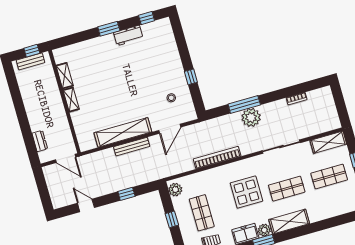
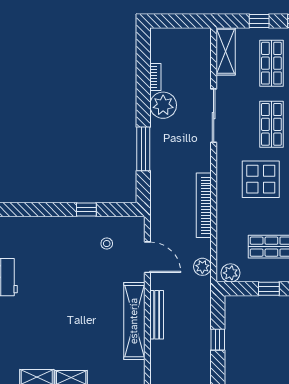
plant: (251, 117) -> (163, 105), moved
plant: (174, 169) -> (202, 267), added

